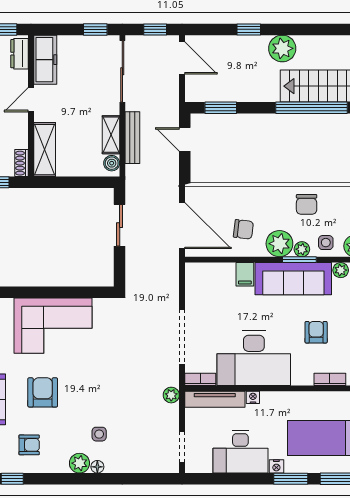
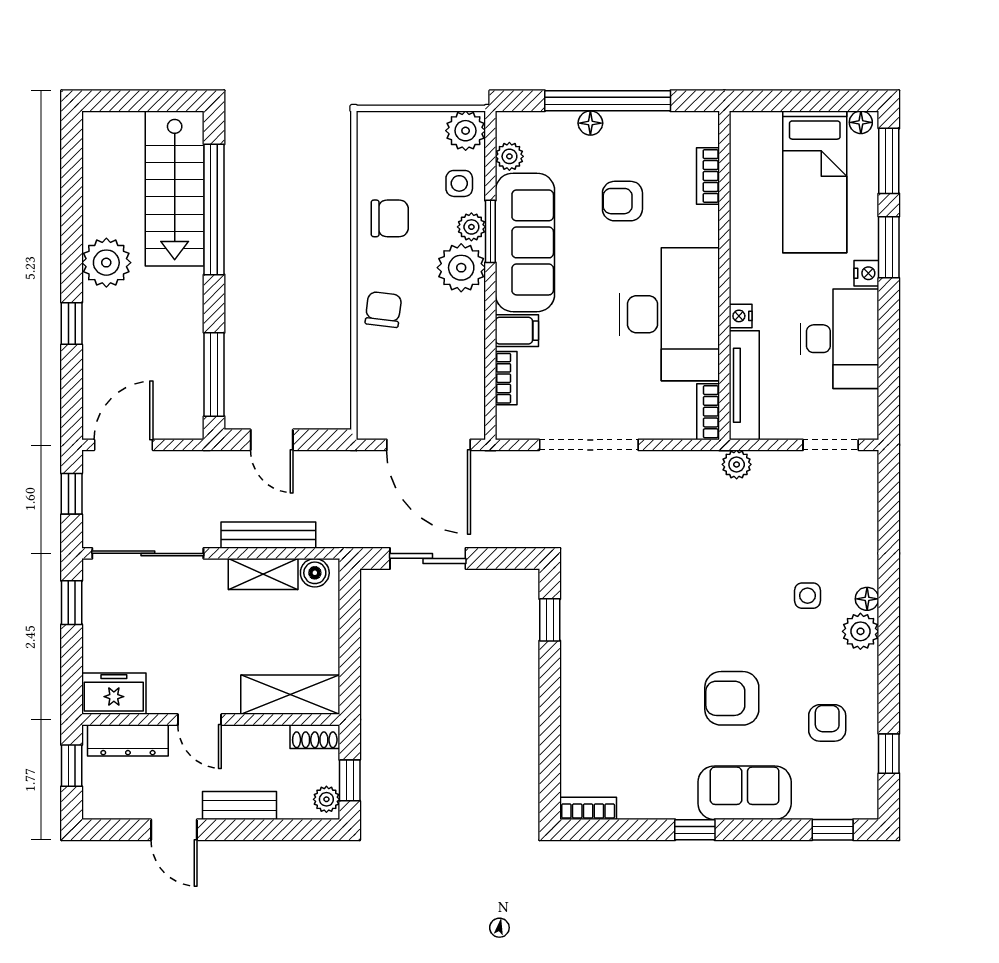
dresser: (20, 54) -> (128, 740), width x1.44
freezer: (45, 60) -> (114, 694), width x0.71
window: (221, 108) -> (214, 374), width x1.44
door: (185, 139) -> (272, 440), hinge flipped
door: (182, 226) -> (428, 445), swing flipped
chair: (243, 229) -> (383, 310), moved
bookcase: (219, 268) -> (506, 378), added
window: (86, 292) -> (550, 620), added
corner sofa: (53, 326) -> (610, 680), removed
doorway: (182, 337) -> (589, 445), moved

